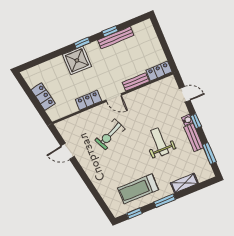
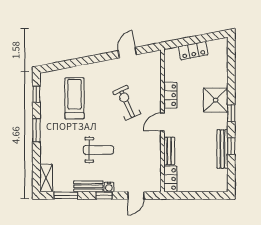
shelving: (184, 183) -> (46, 178), moved
treadmill: (138, 189) -> (74, 98), moved

